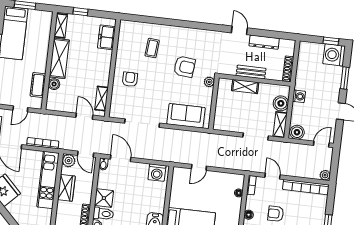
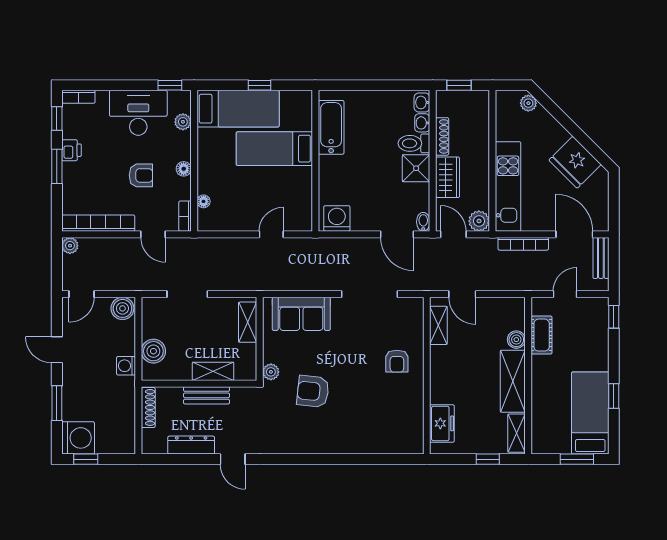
coffee table: (152, 48) -> (368, 415), removed
shelving: (280, 125) -> (248, 322), moved
wardrobe: (66, 188) -> (448, 177), moved, turned 180

